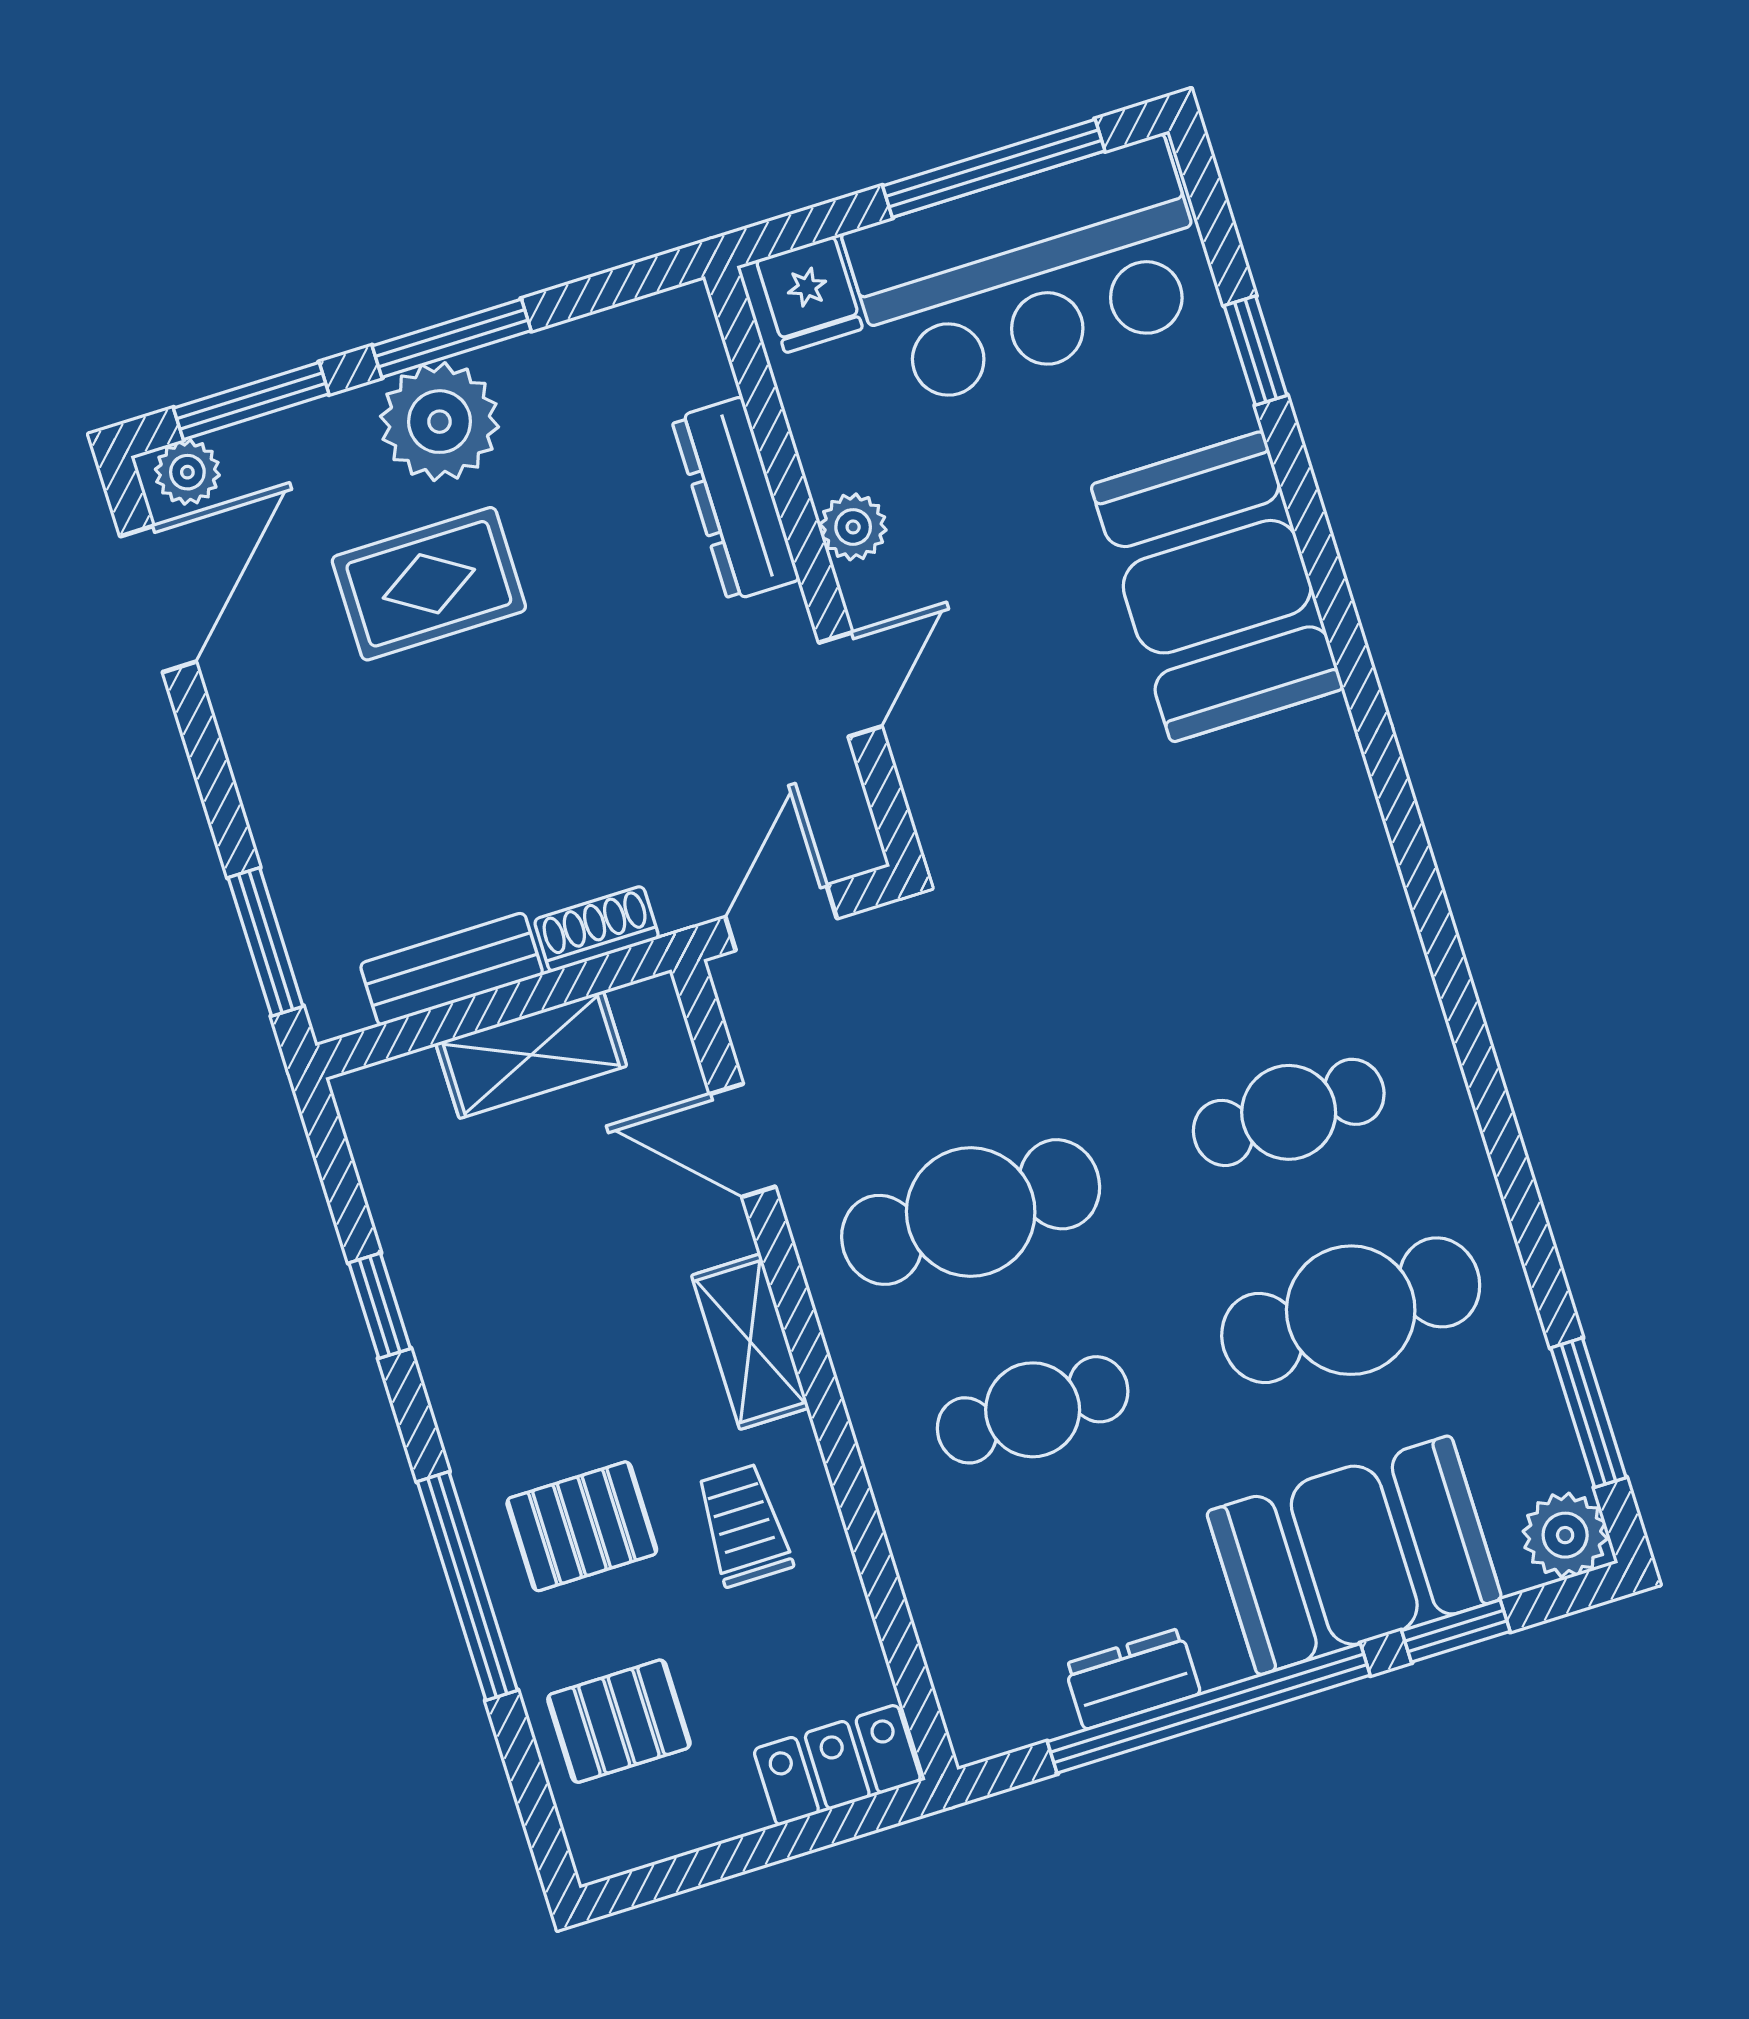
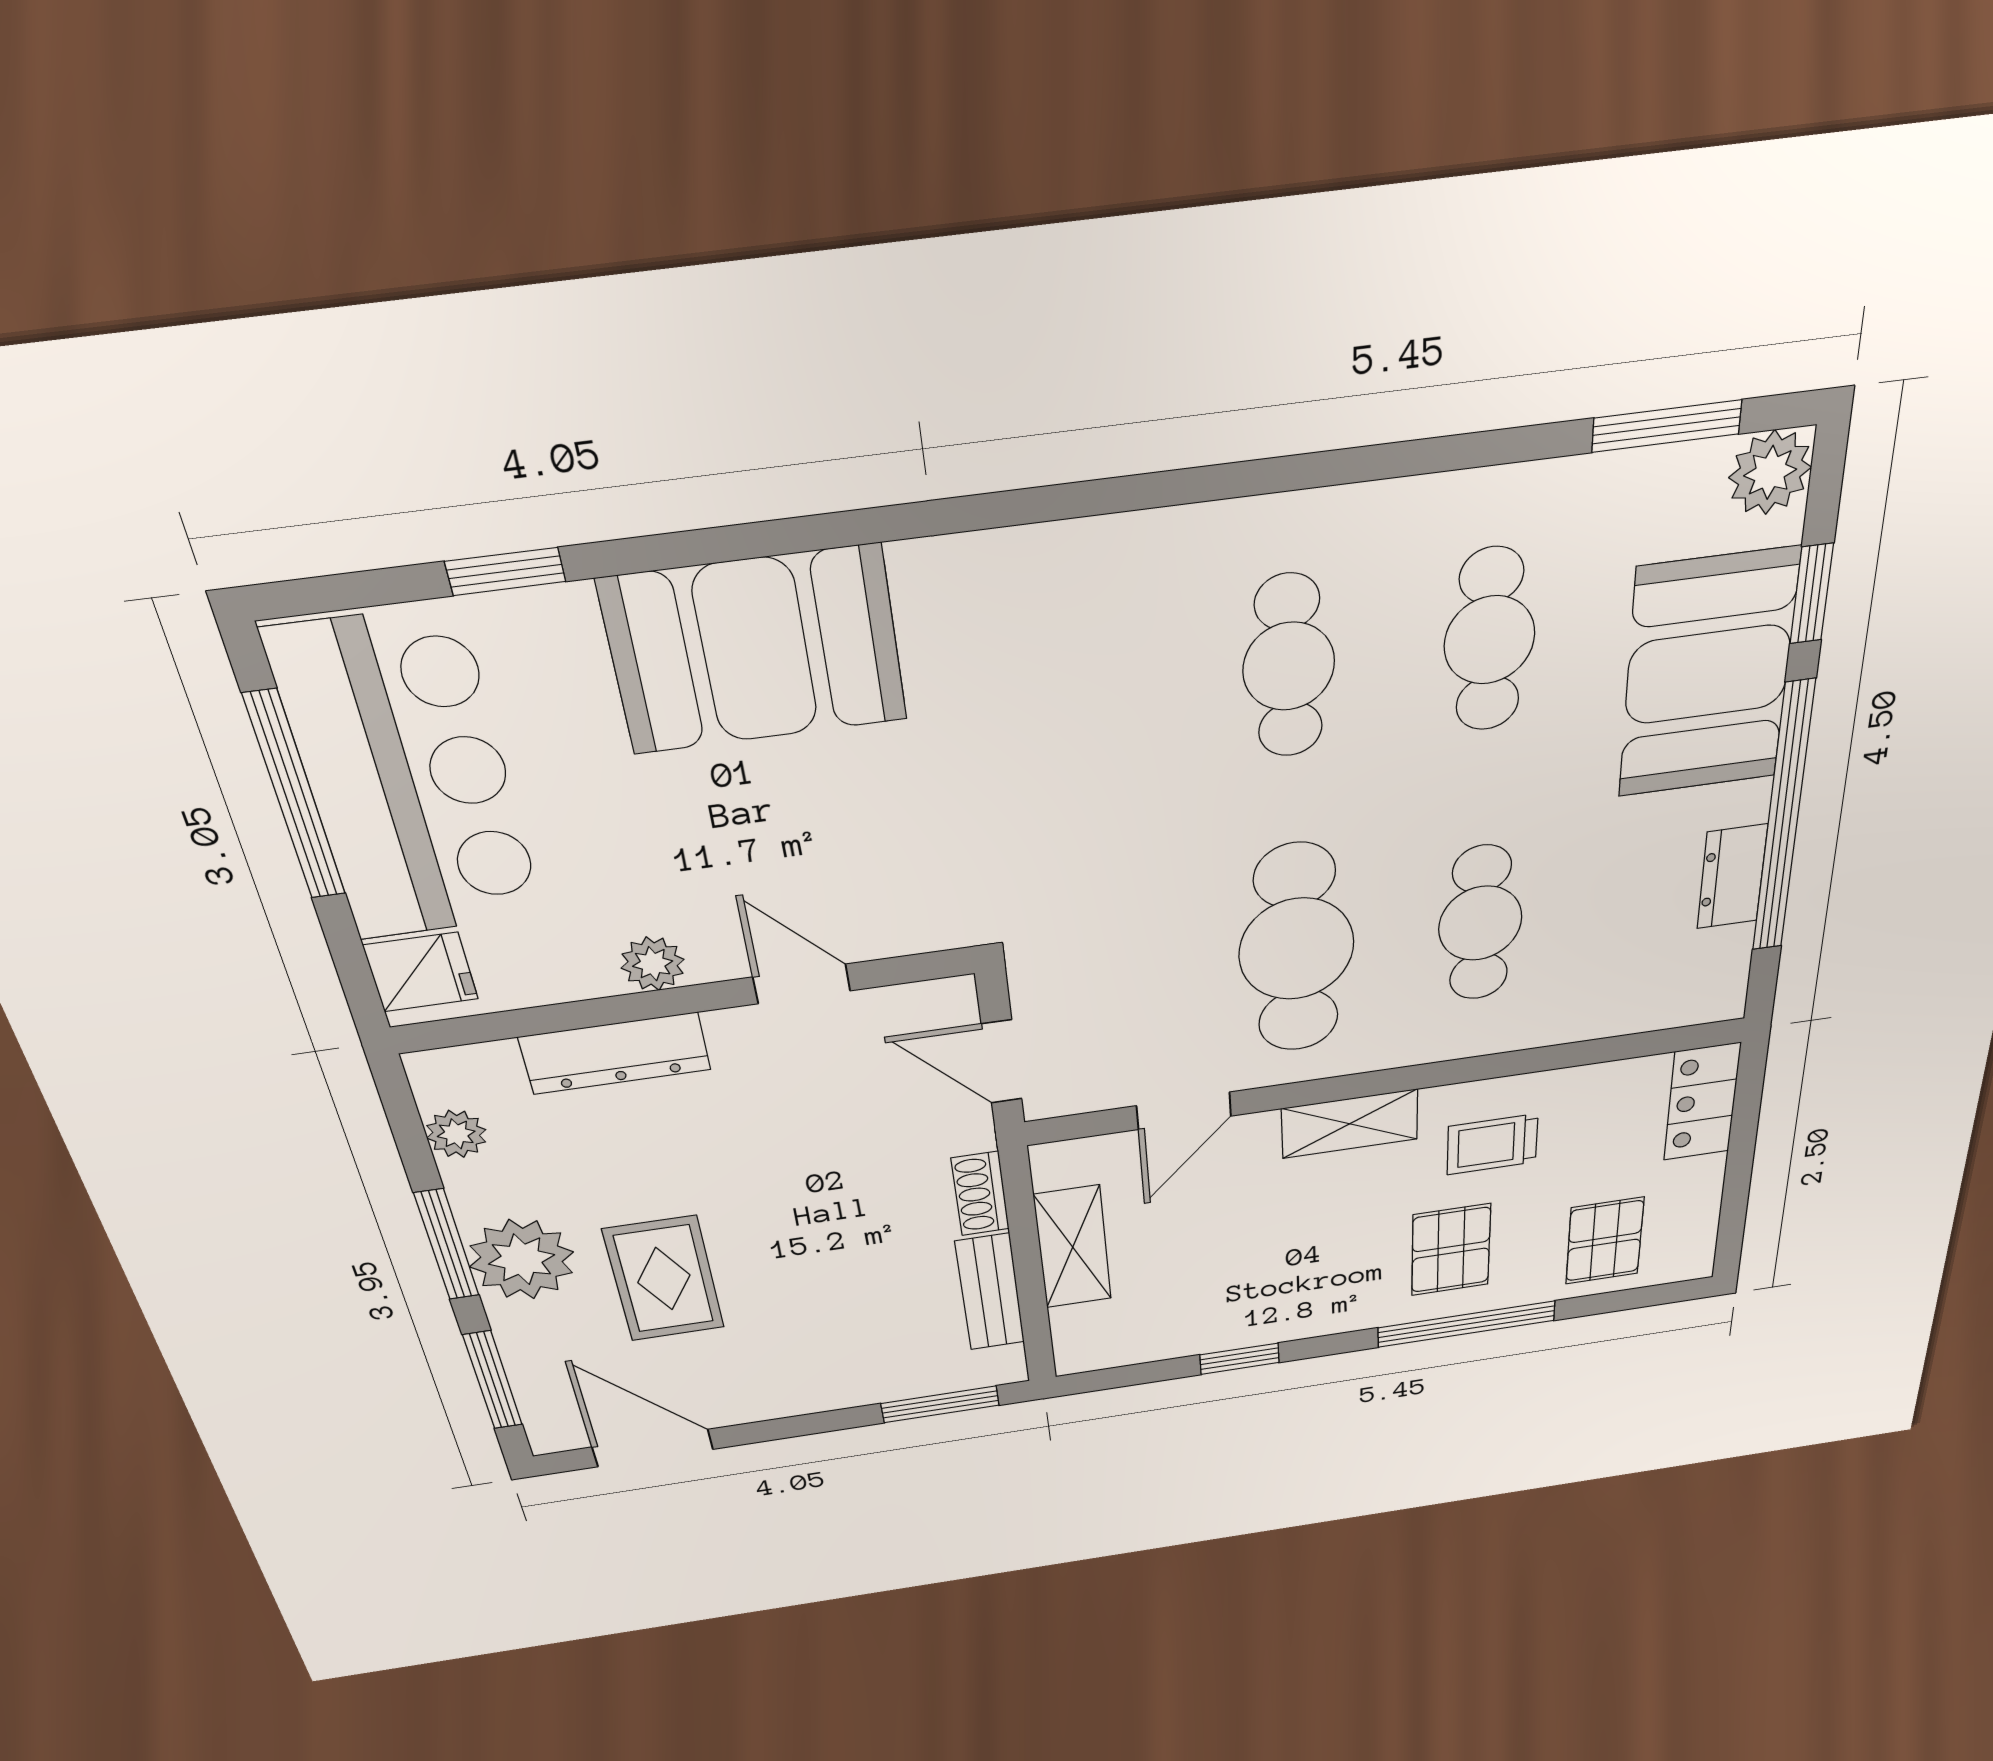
plant: (187, 472) -> (456, 1134), moved
cafe table: (1351, 1310) -> (1489, 640), width x0.73, depth x0.74

